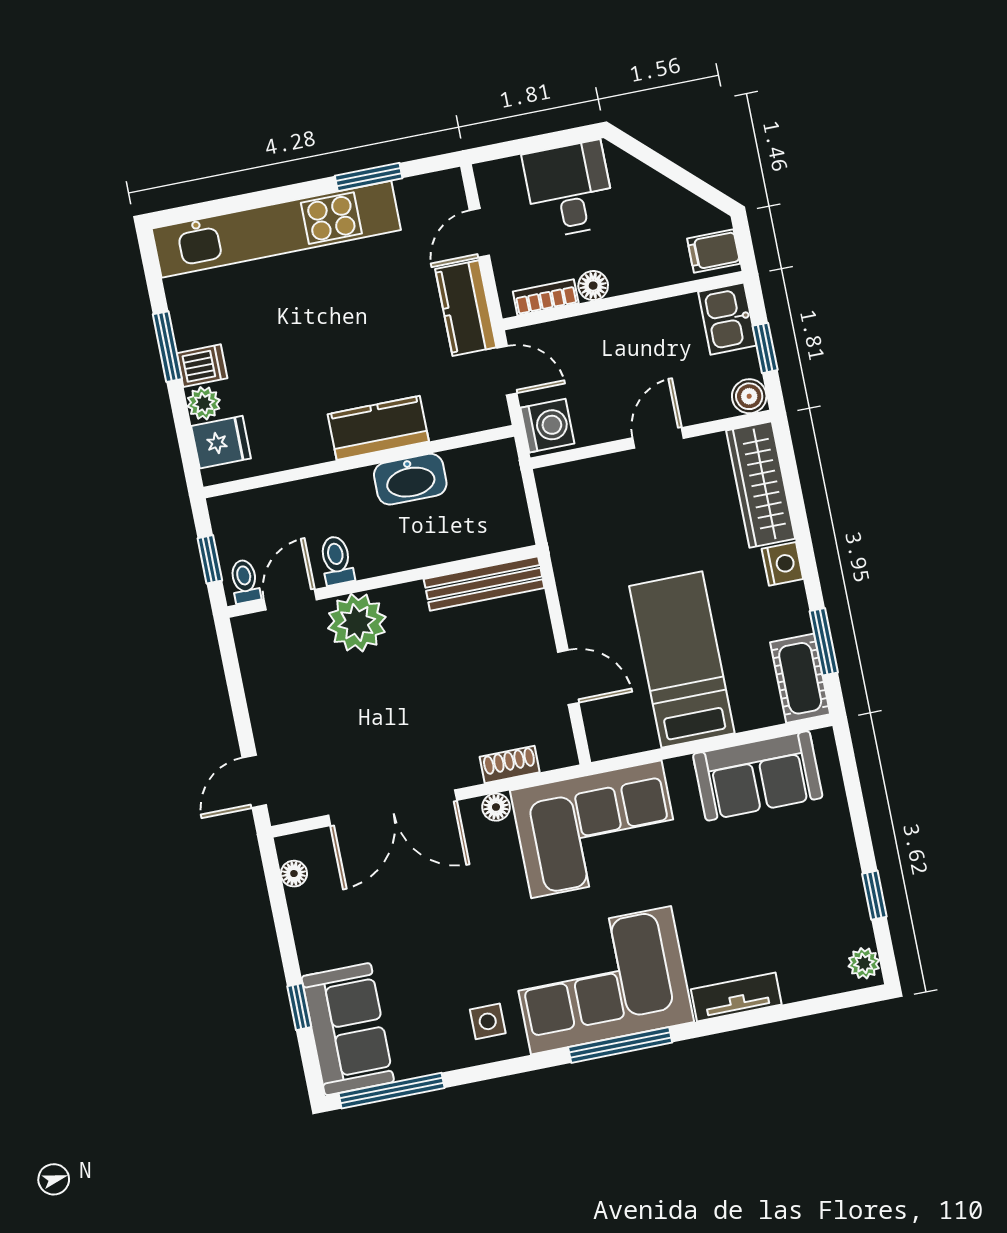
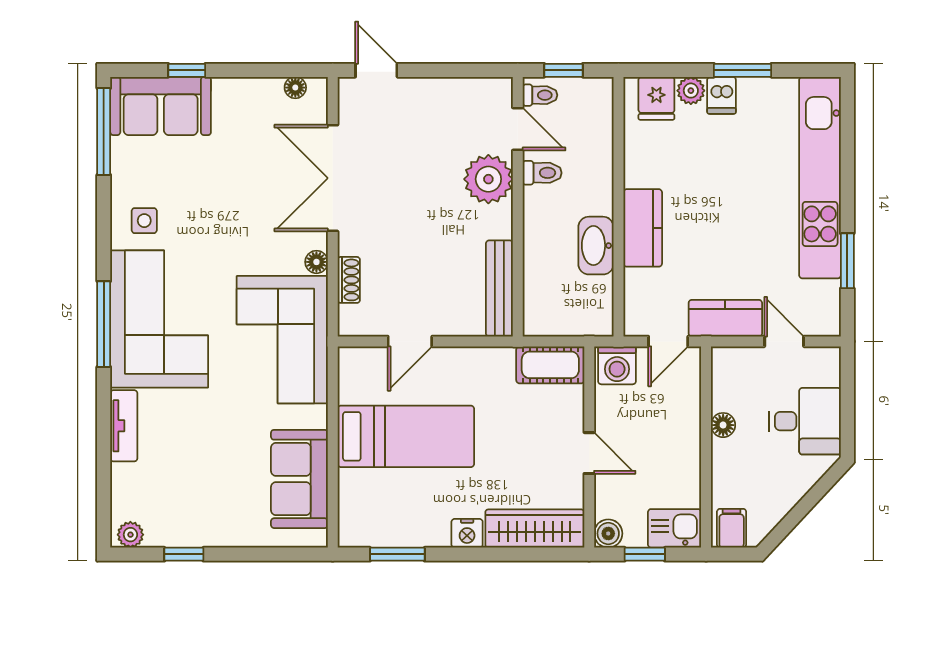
bookcase: (546, 297) -> (721, 385), removed
cot: (800, 678) -> (550, 365), moved

